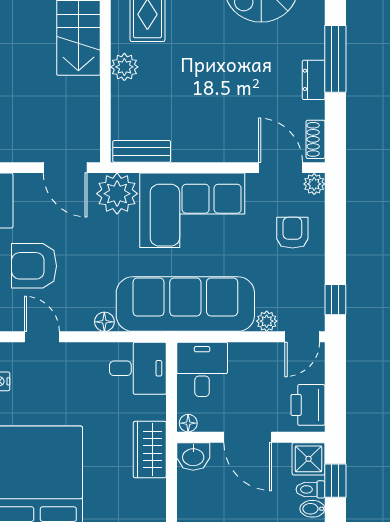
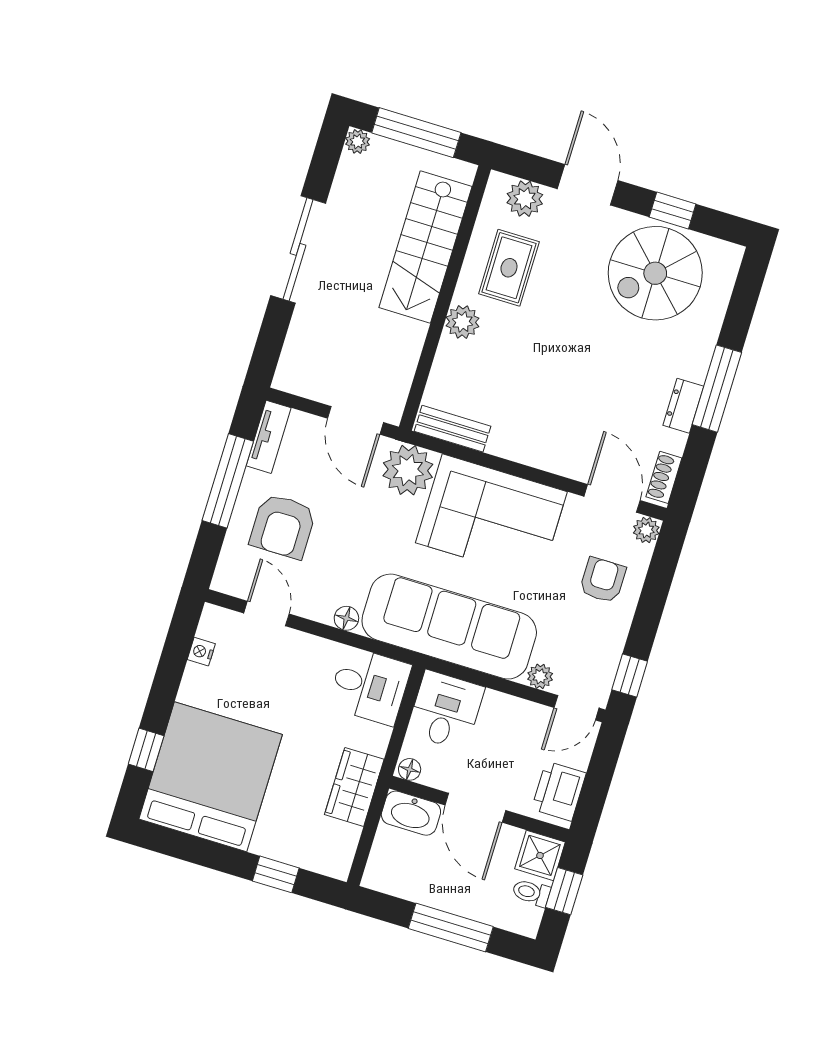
armchair: (34, 266) -> (283, 526), turned -90
washbasin: (193, 456) -> (411, 813), width x1.38
bidet: (312, 509) -> (527, 916), removed

